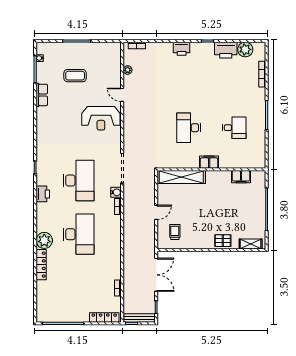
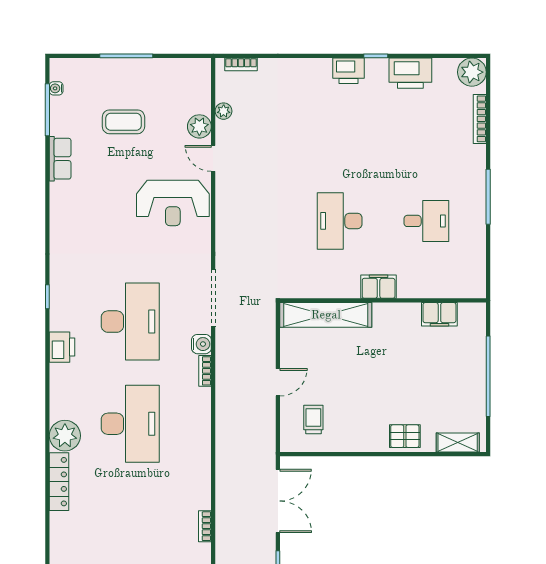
printer: (182, 49) -> (348, 71), moved
plant: (245, 49) -> (472, 72), moved
plant: (115, 78) -> (199, 126), added

